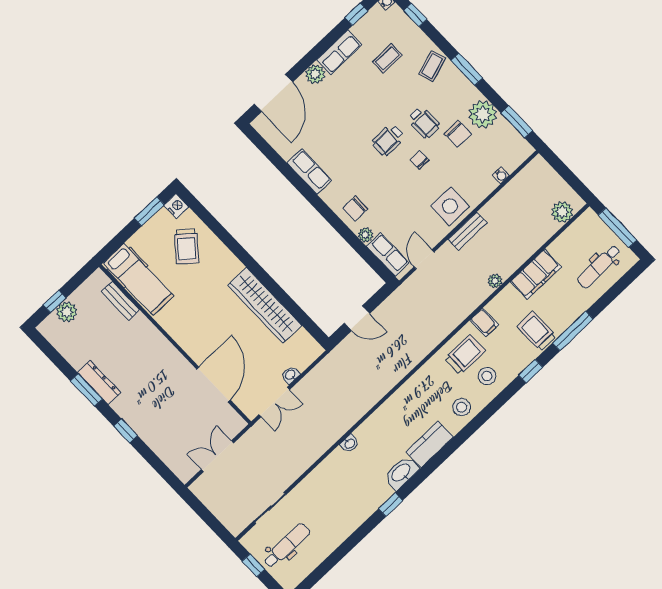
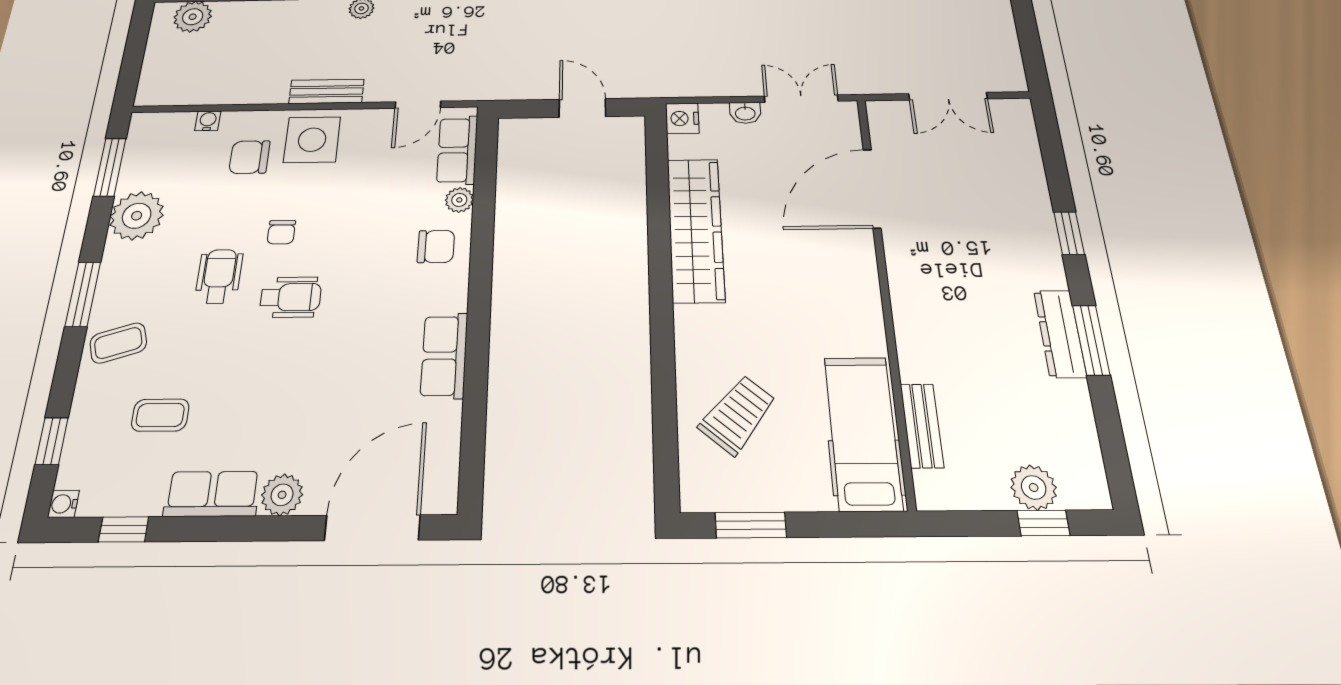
chair: (458, 134) -> (249, 157), moved, turned -90
nightstand: (176, 206) -> (682, 118), moved

